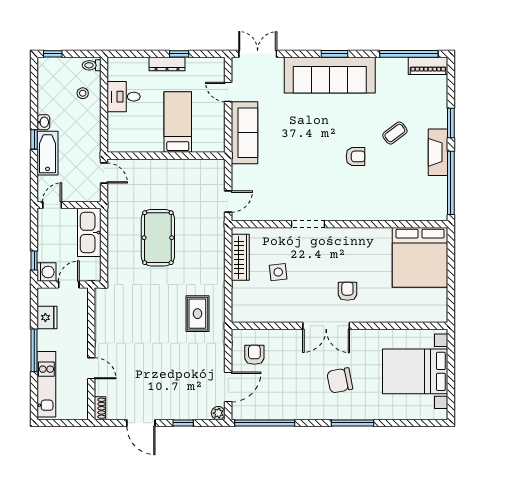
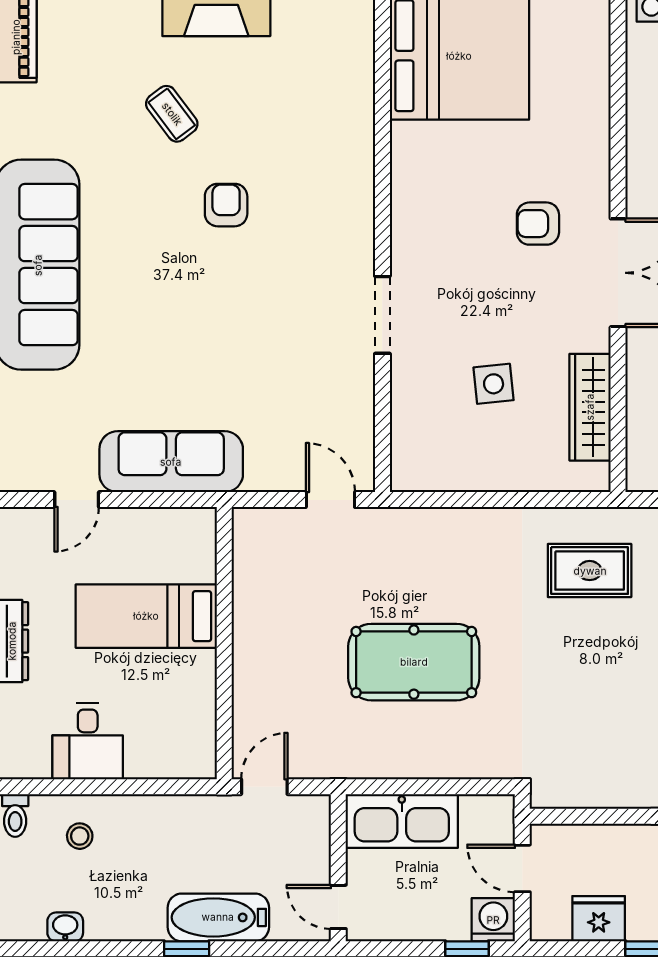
washbasin: (43, 122) -> (65, 927), moved
wardrobe: (240, 257) -> (590, 407), moved, turned -90

